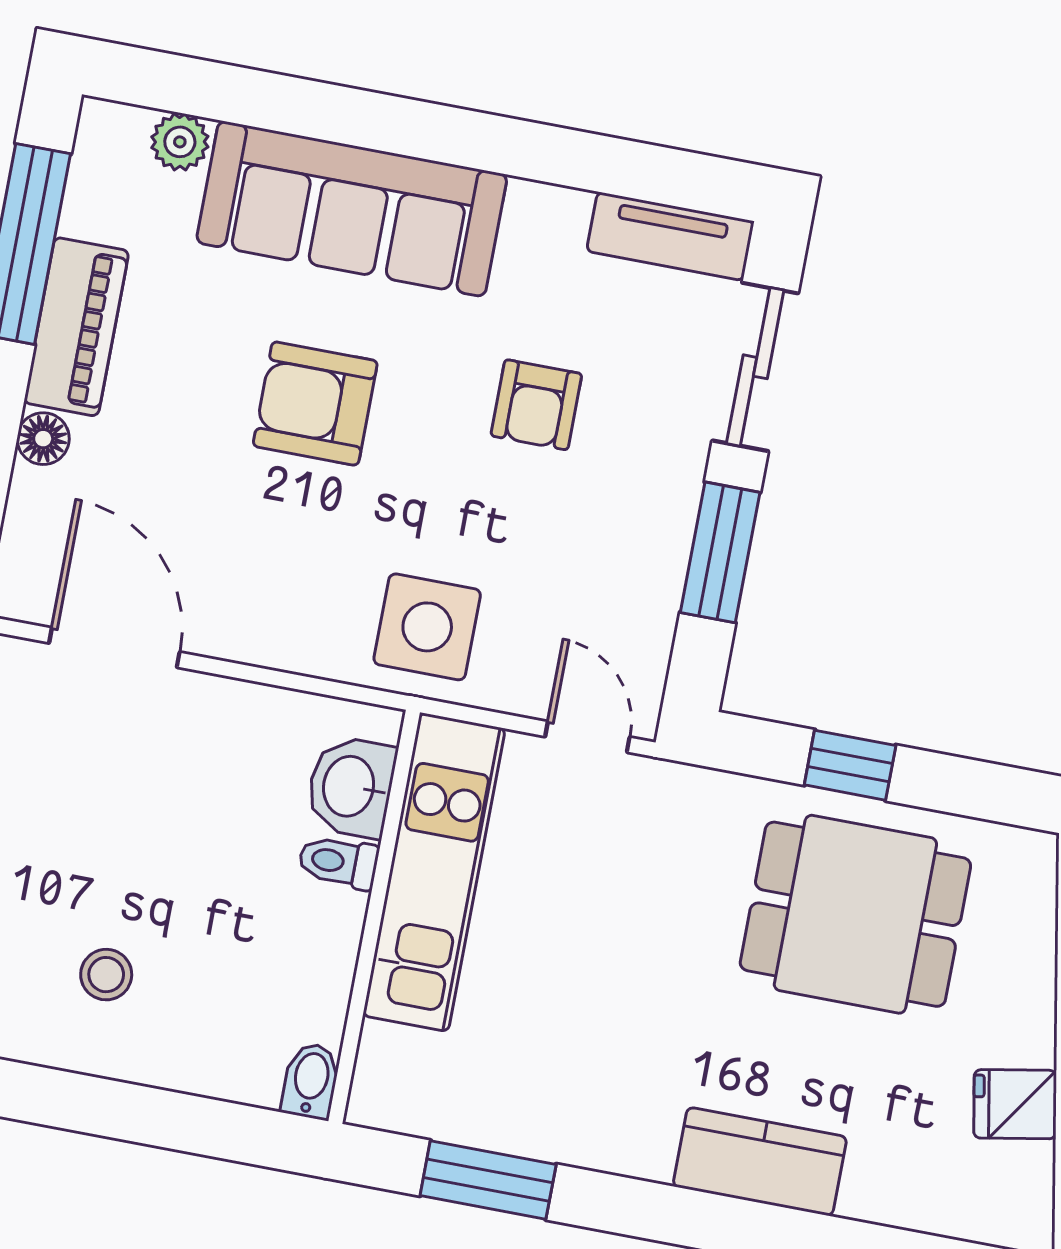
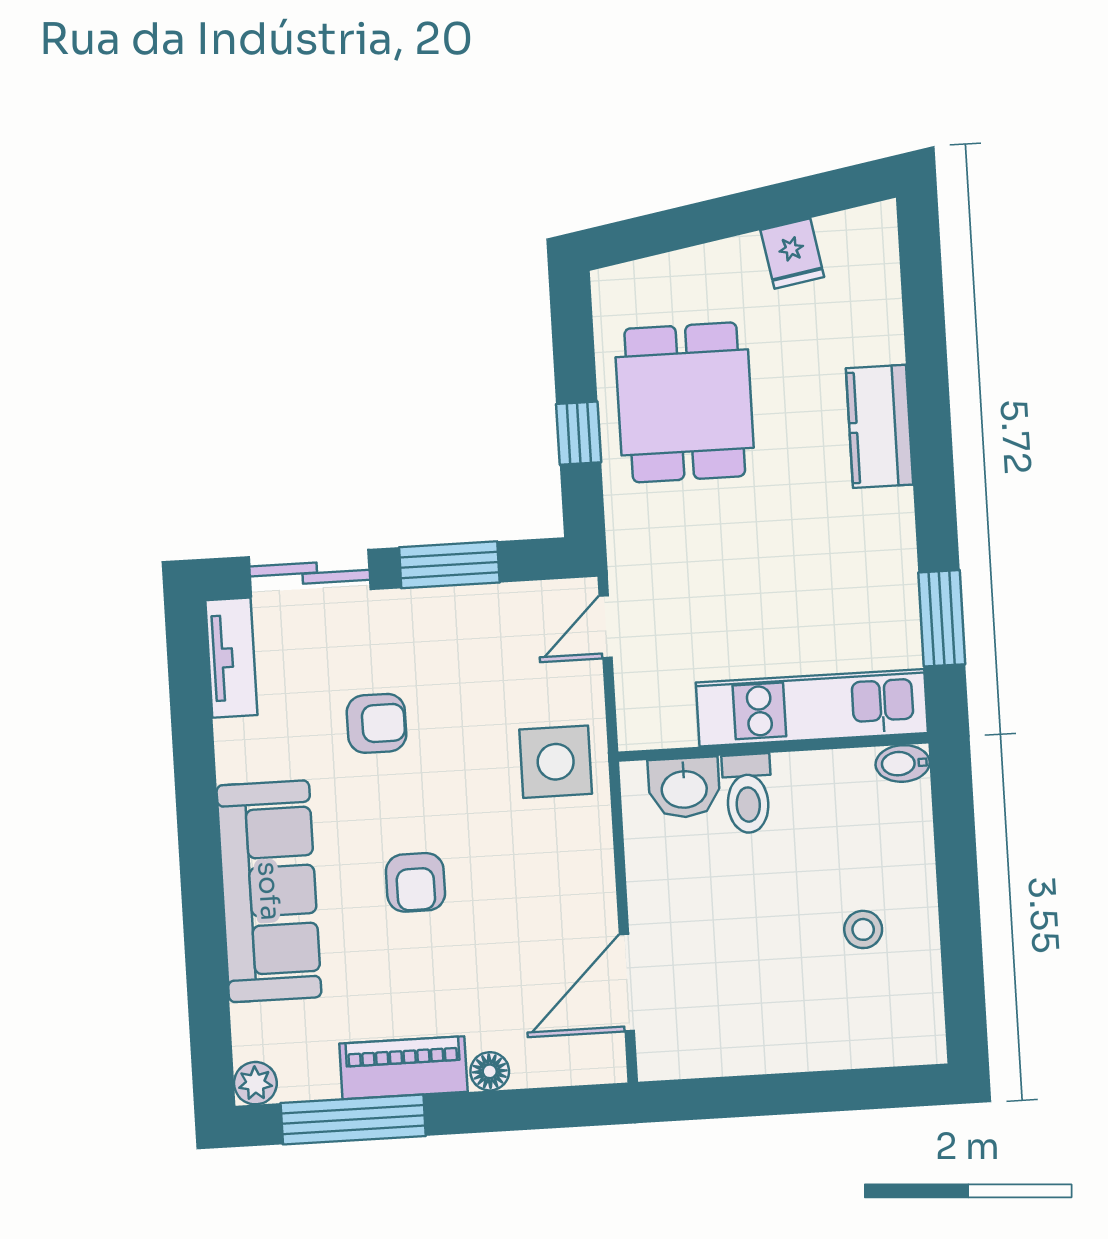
plant: (180, 142) -> (255, 1083), moved
armchair: (315, 404) -> (415, 882), width x0.72, depth x0.72
toilet: (338, 862) -> (748, 794), width x1.37, depth x1.39
kitchen unit: (434, 872) -> (812, 708), moved

